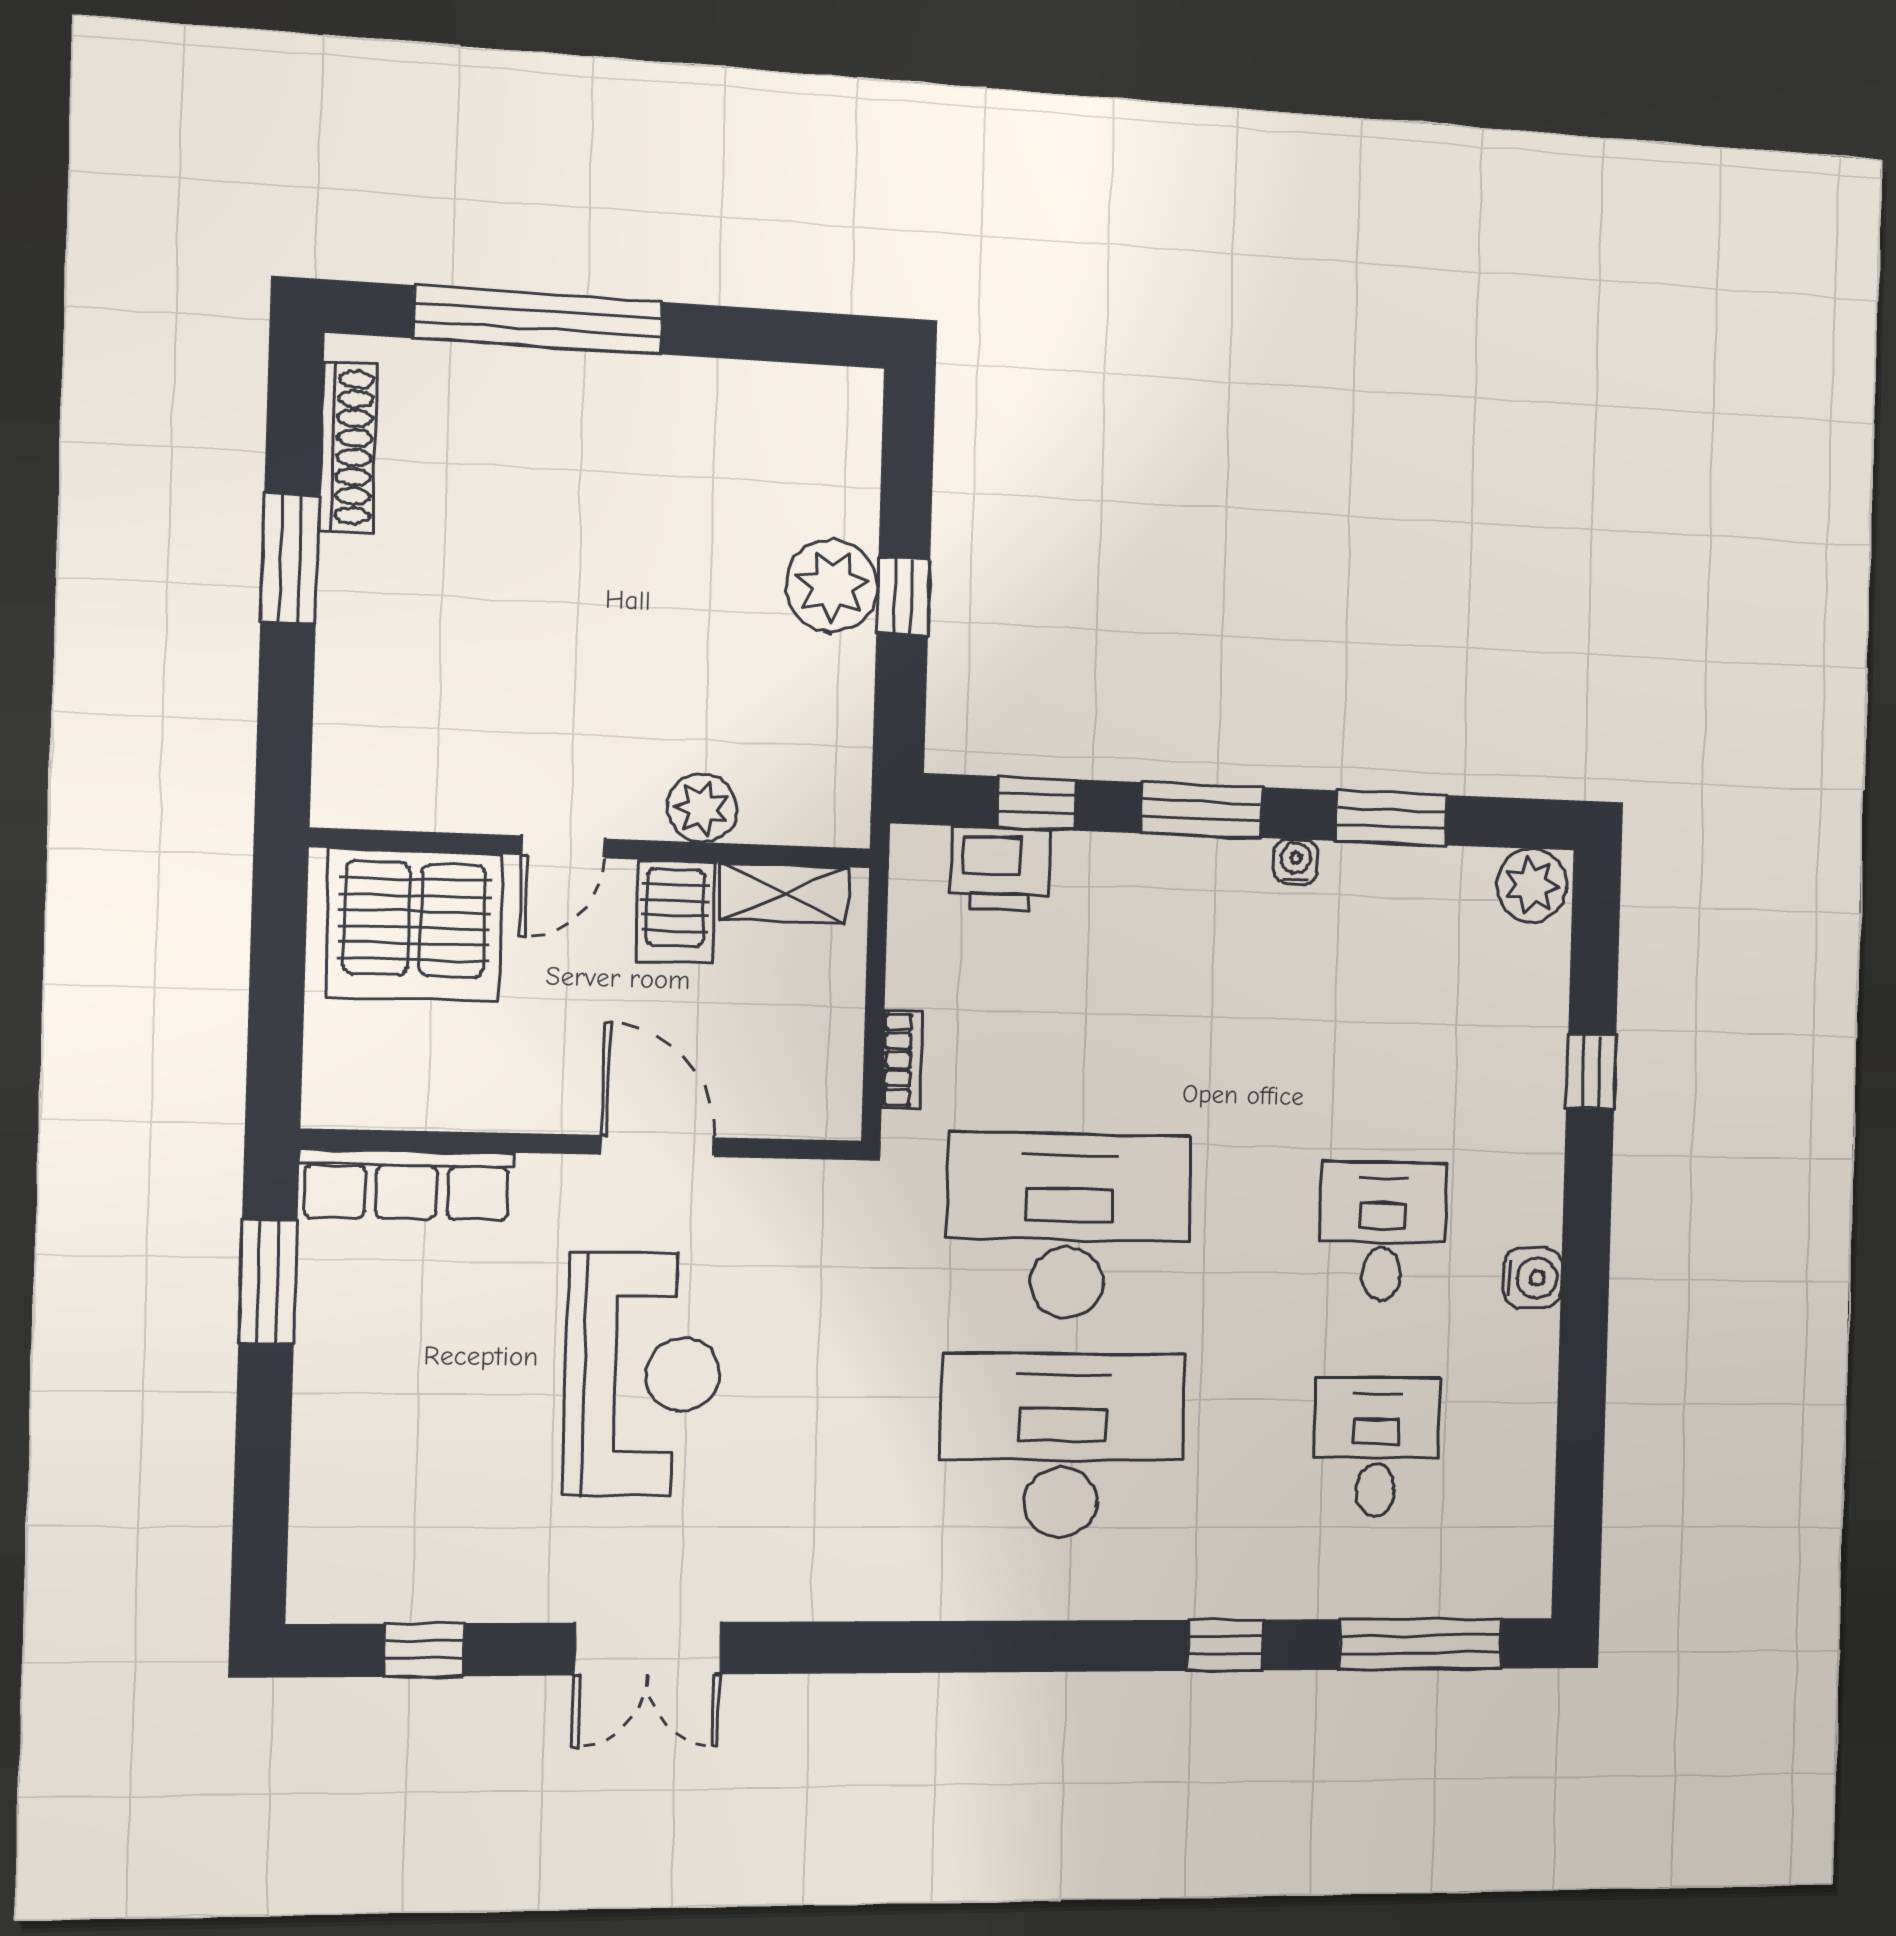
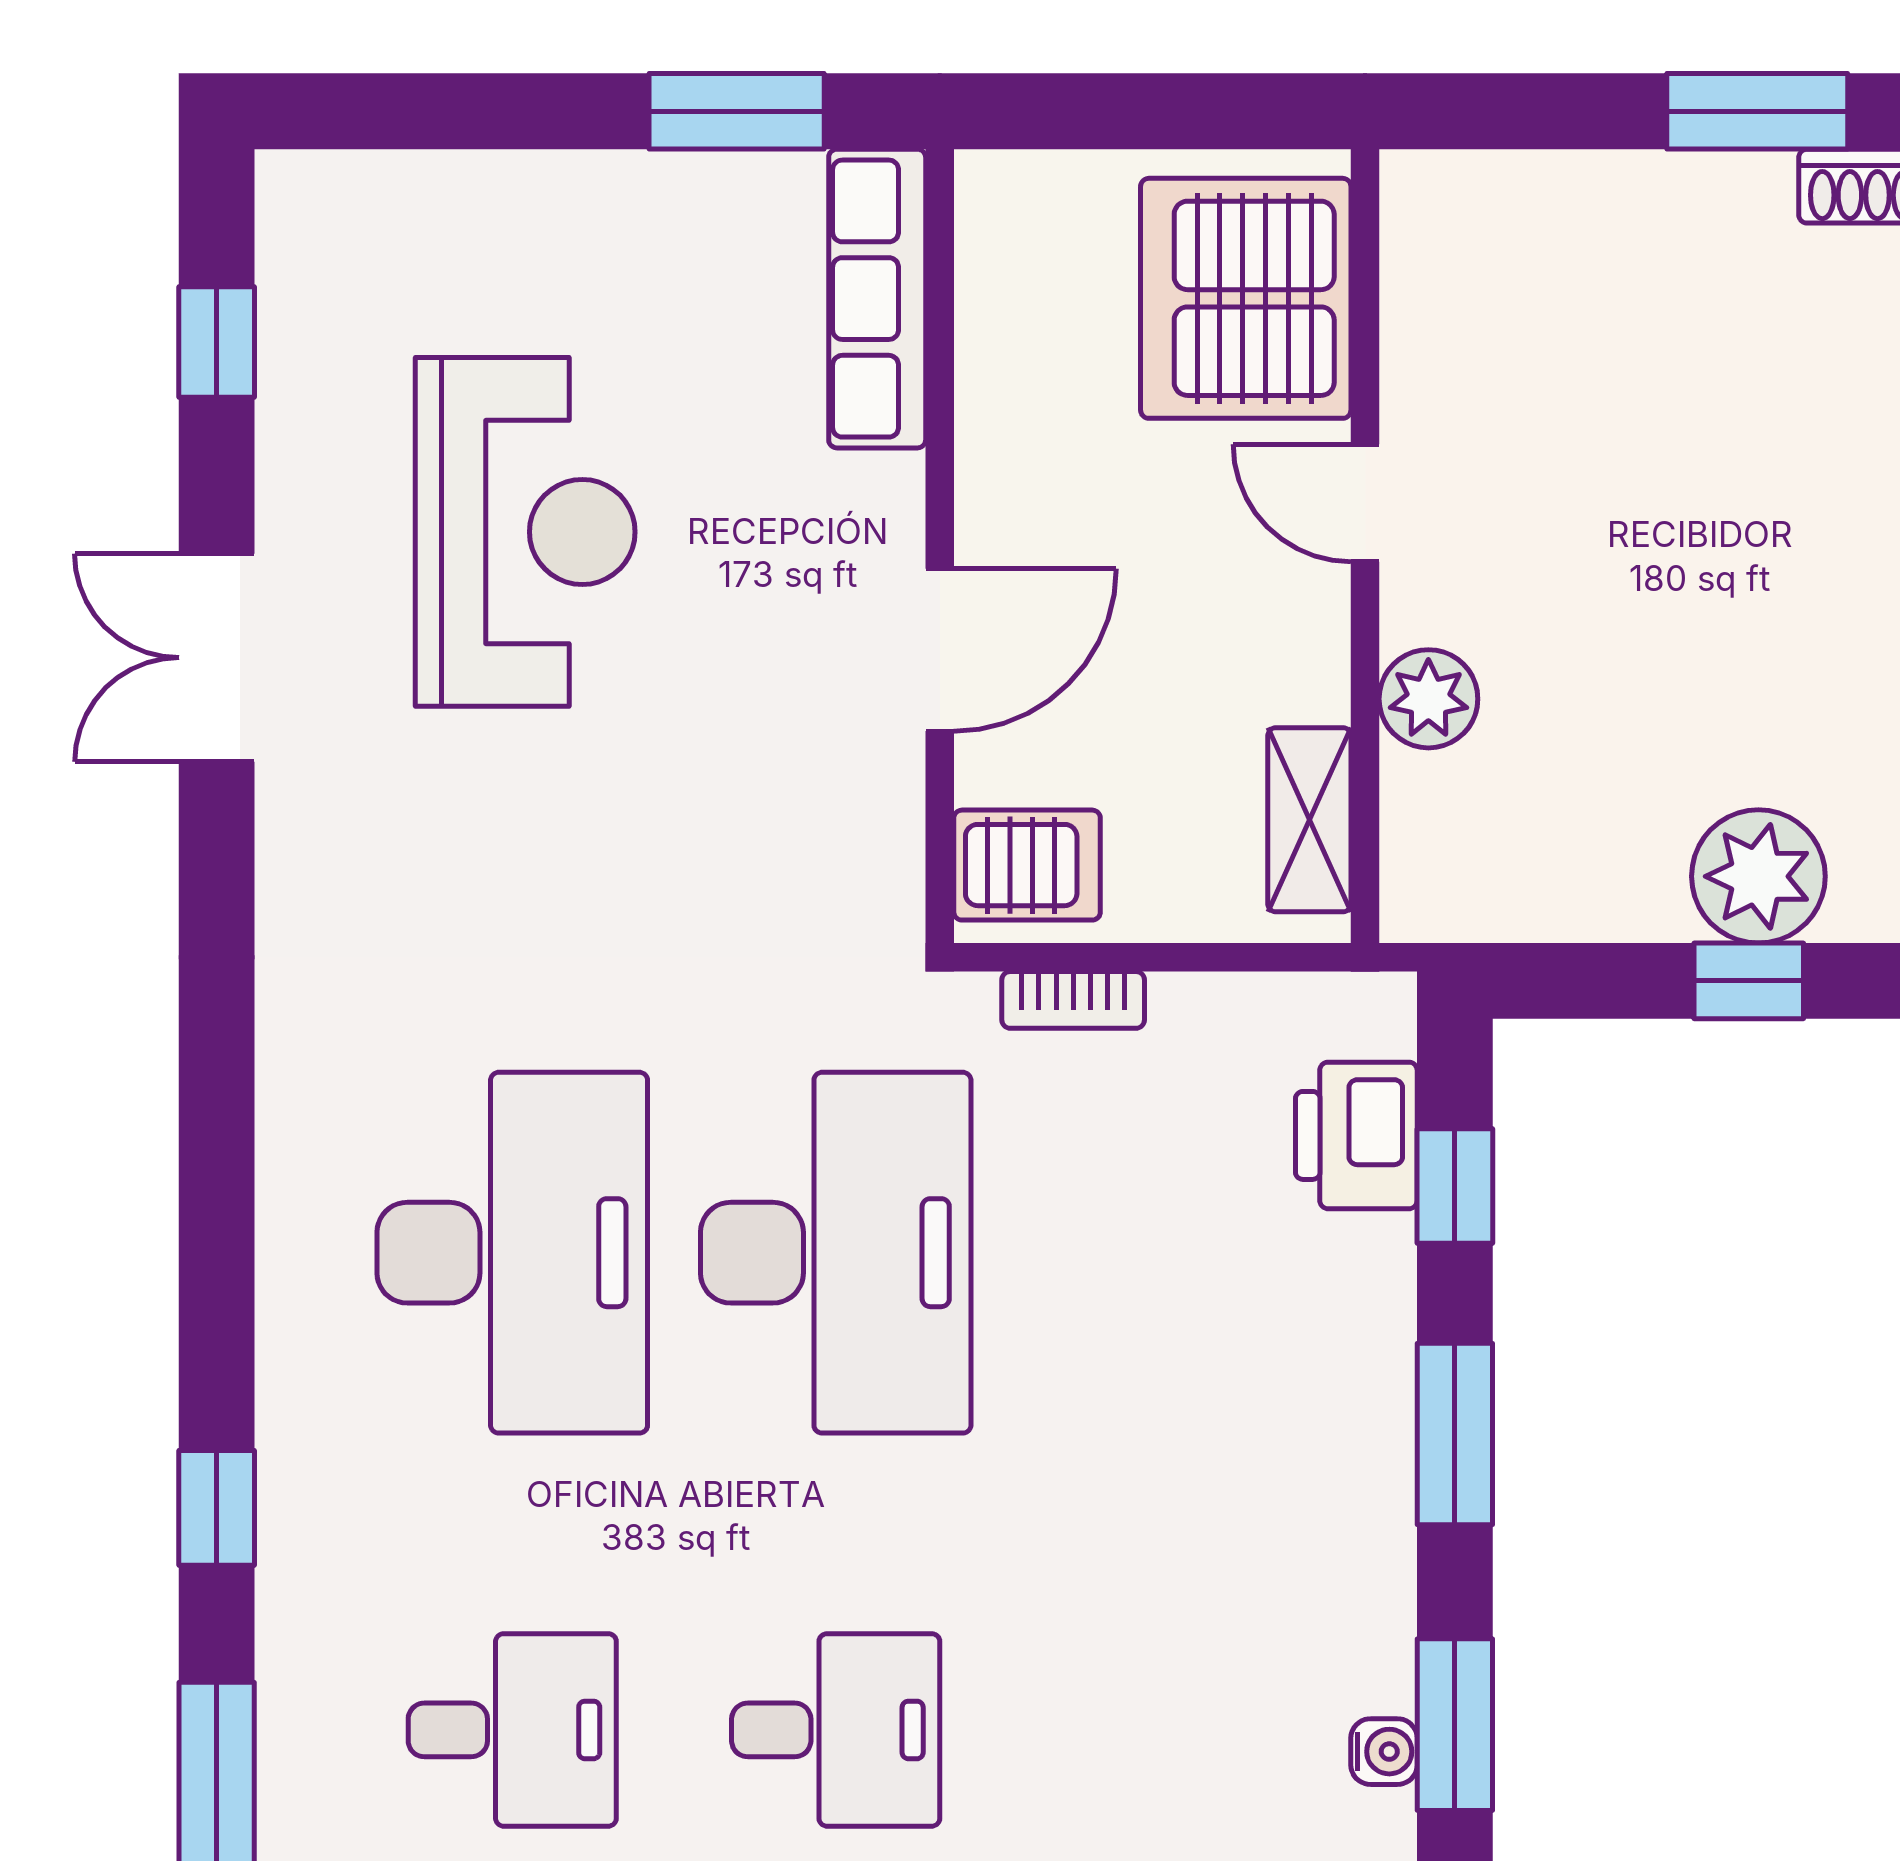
water cooler: (1296, 862) -> (1384, 1752), moved
server rack: (675, 912) -> (1027, 865), moved, turned 180
reception desk: (643, 1374) -> (525, 532), moved, turned -90

